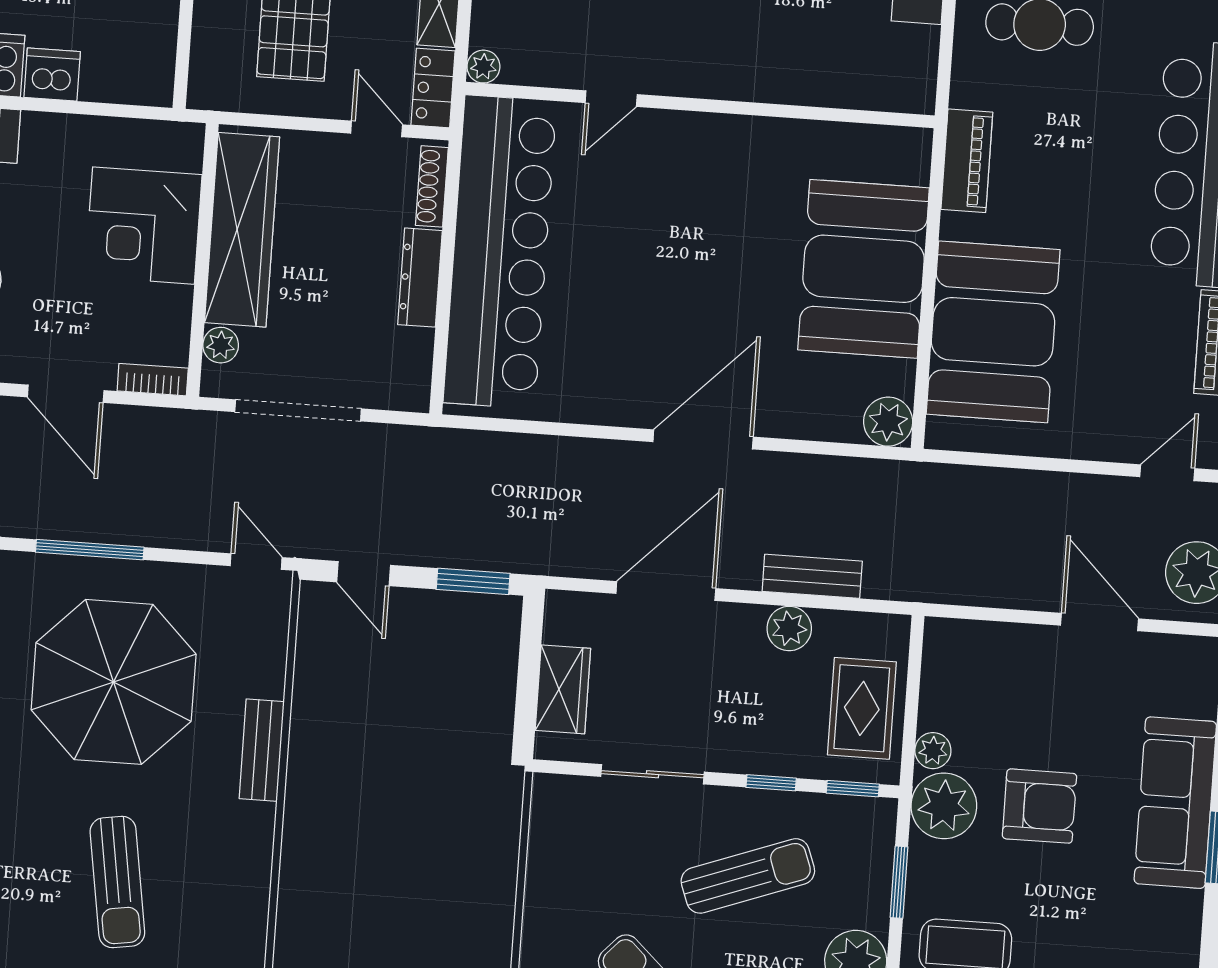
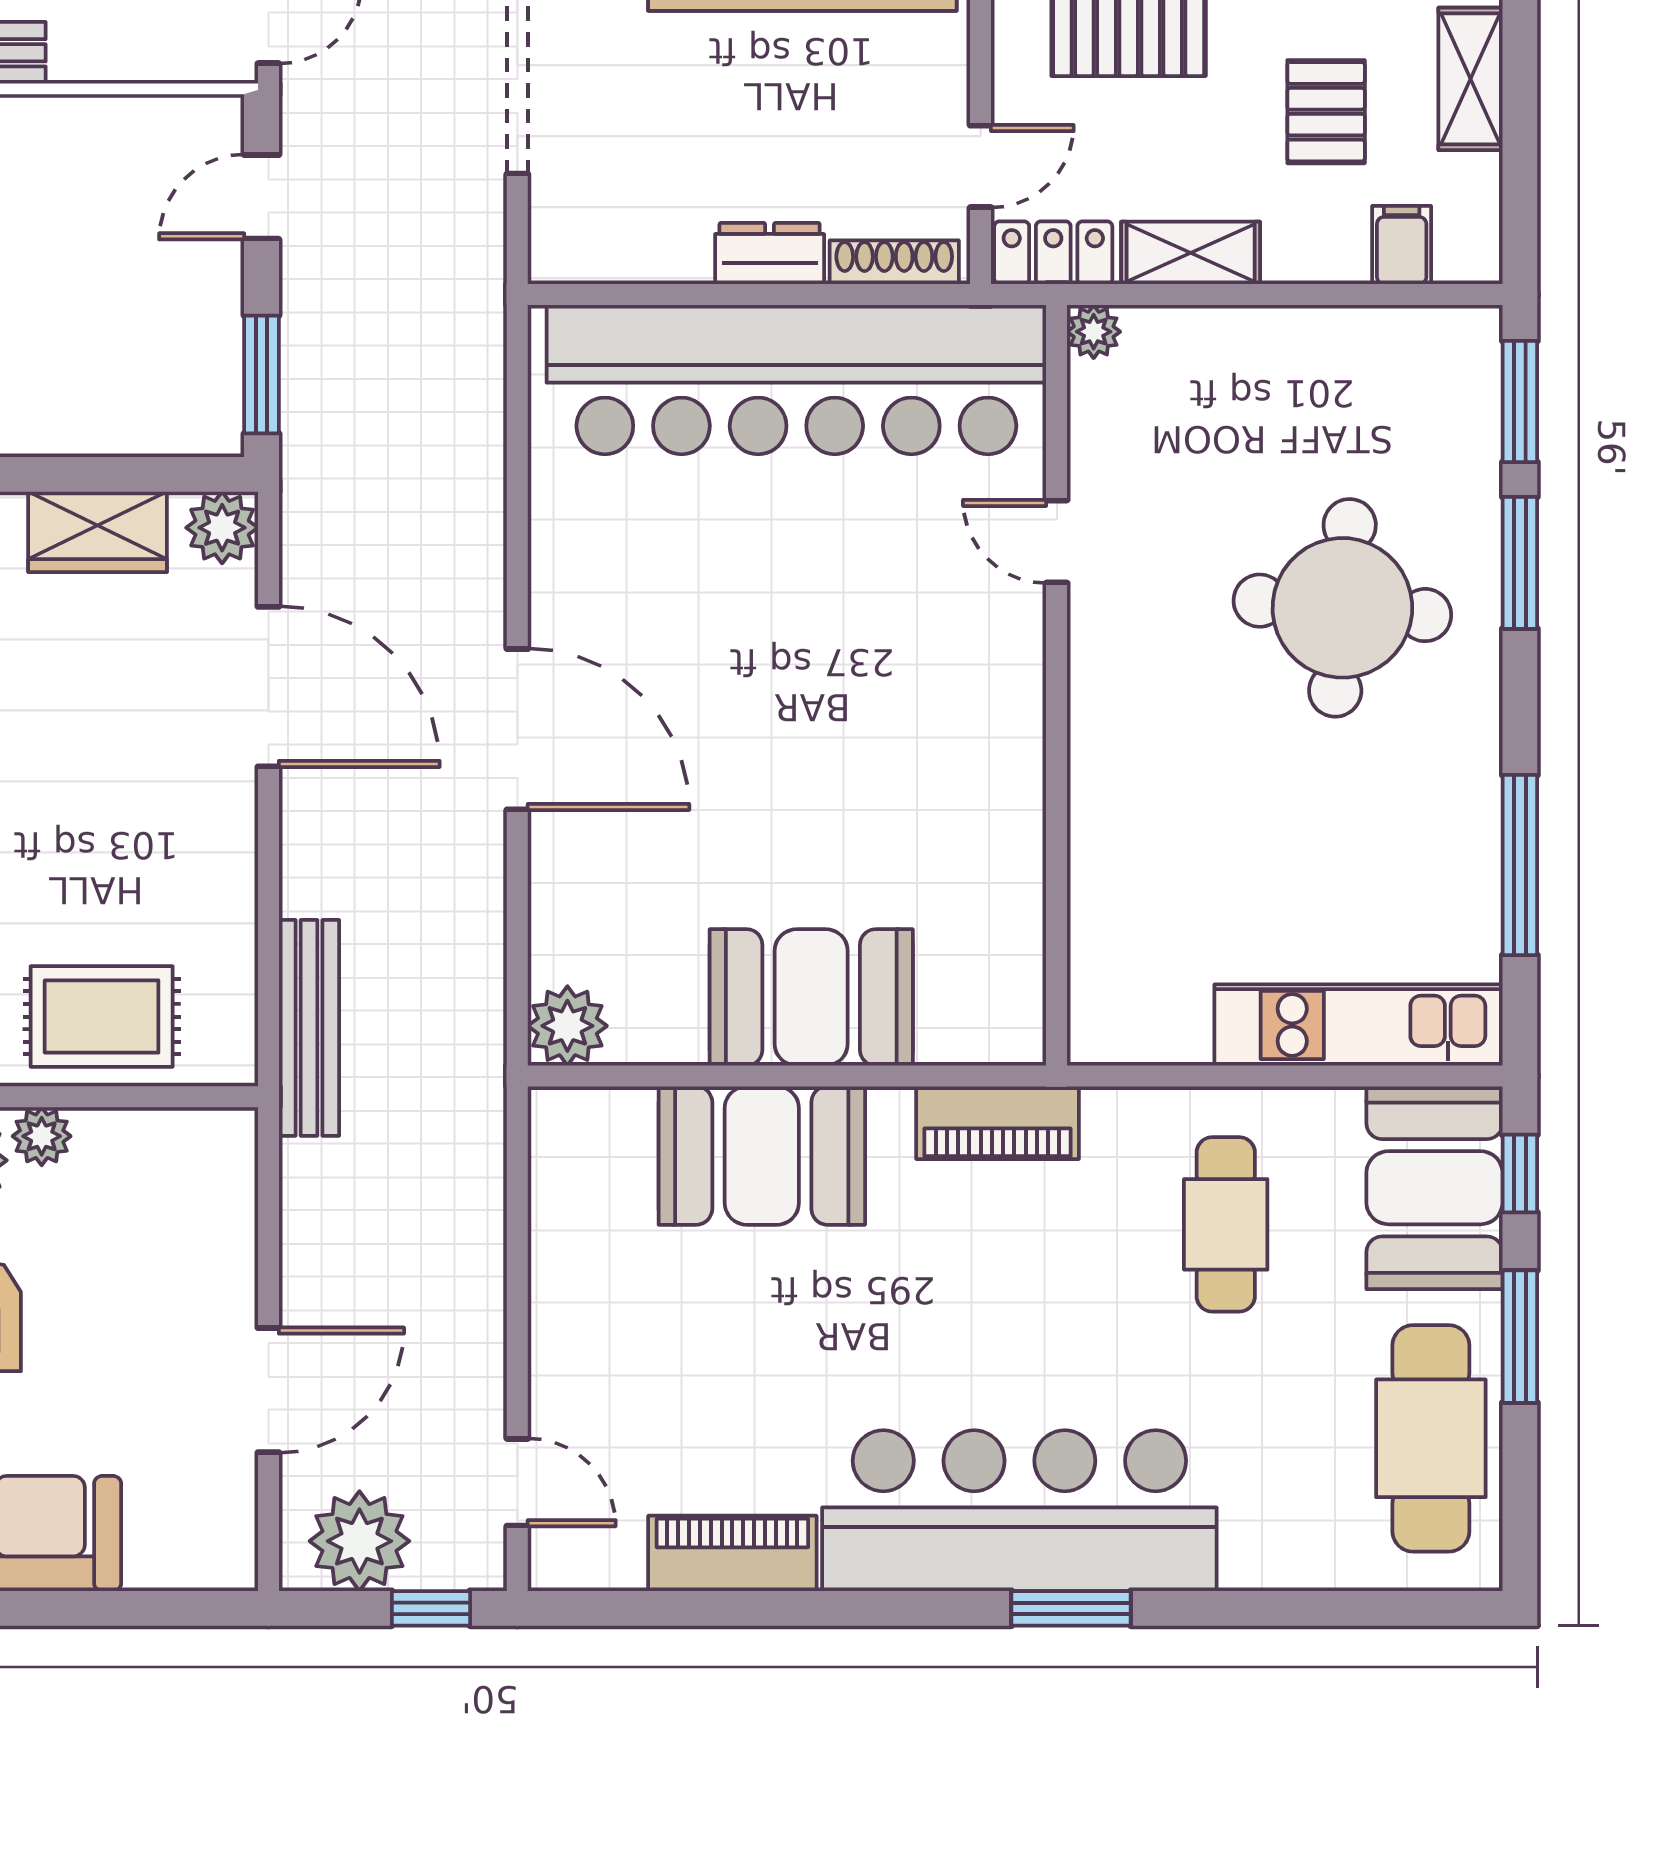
booth: (864, 269) -> (811, 997), width x0.73, depth x0.70
dresser: (420, 278) -> (770, 254), width x0.70
booth: (993, 332) -> (762, 1156), width x0.73, depth x0.70
bench: (812, 576) -> (309, 1028), moved, width x1.36
plant: (789, 629) -> (222, 528), moved

